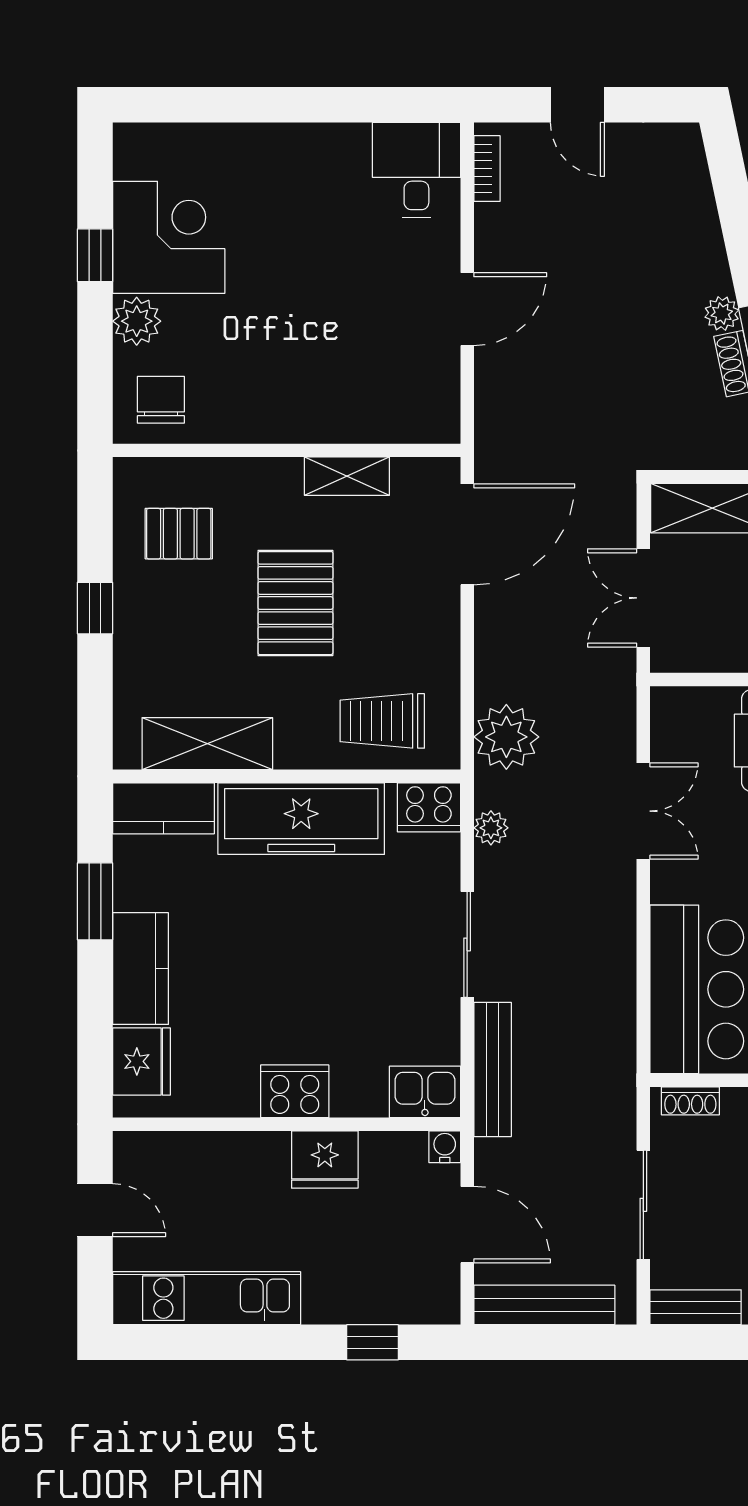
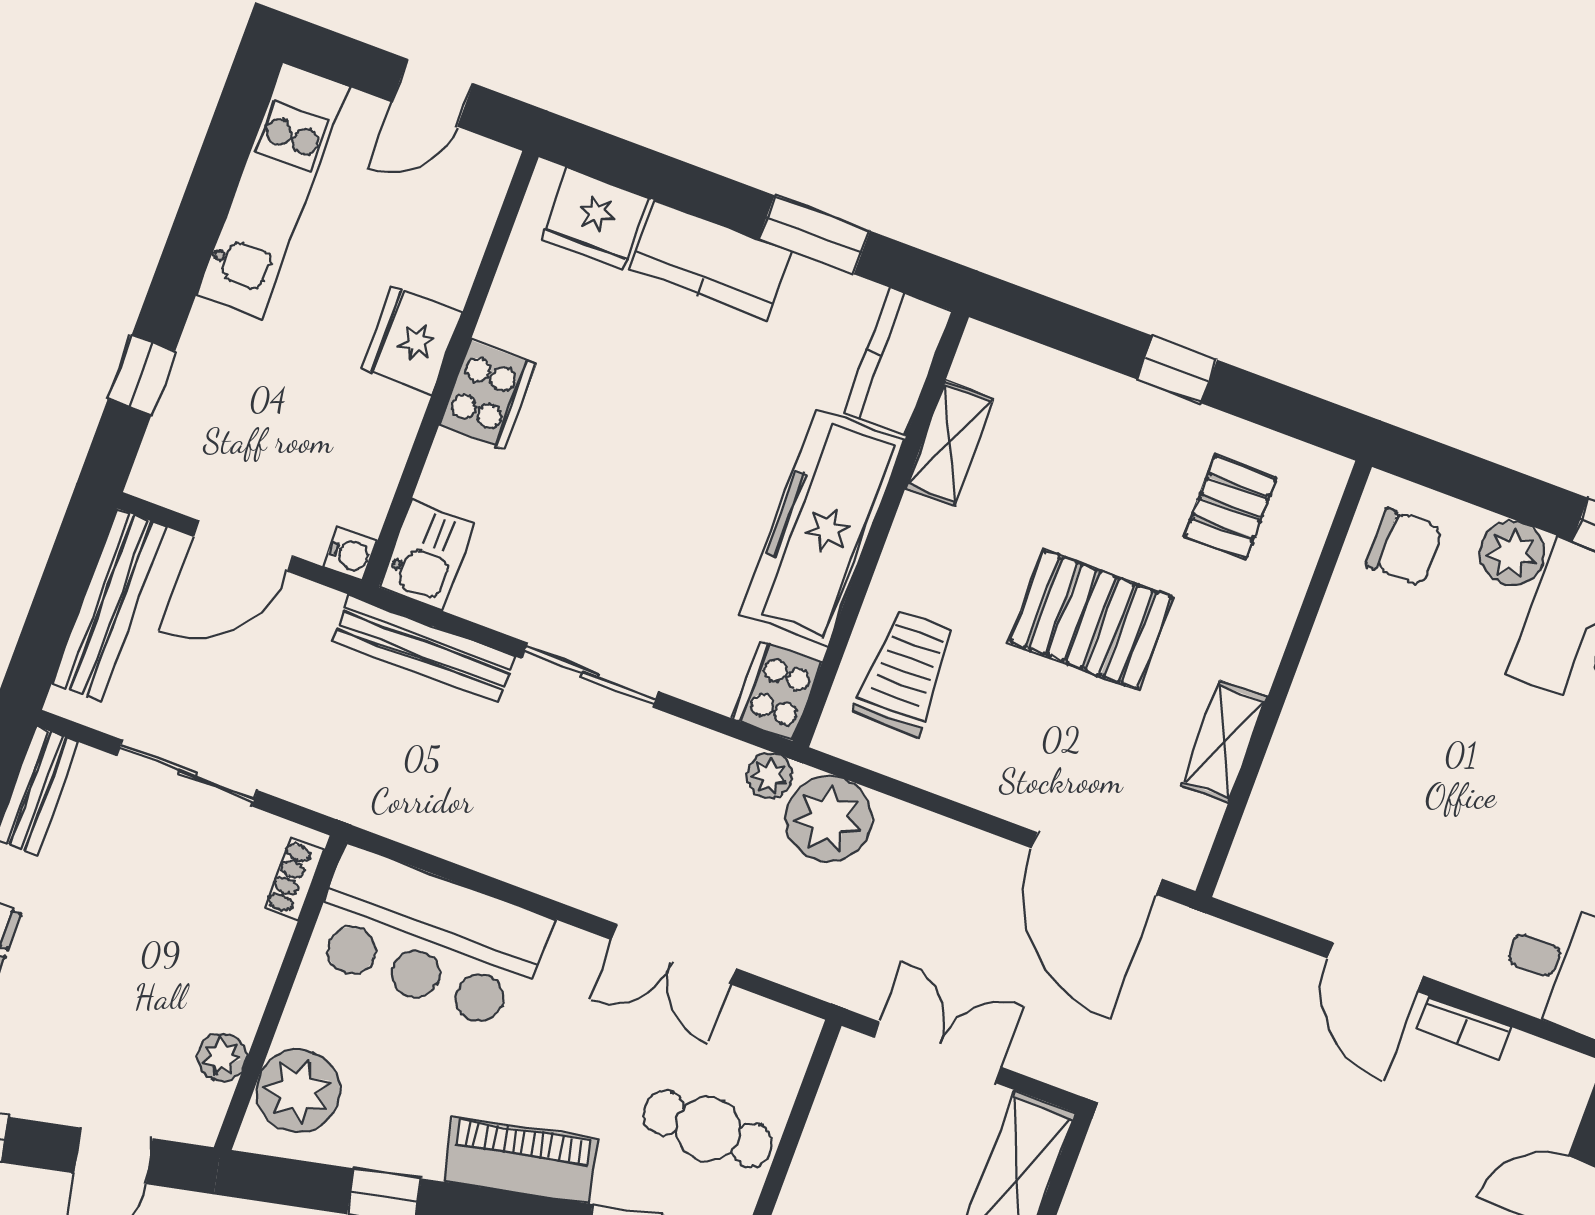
bookcase: (487, 169) -> (1464, 1028), moved
shelving: (207, 744) -> (950, 443), width x0.67, depth x0.75
plant: (491, 828) -> (770, 775), moved
fridge: (325, 1159) -> (412, 340), moved

